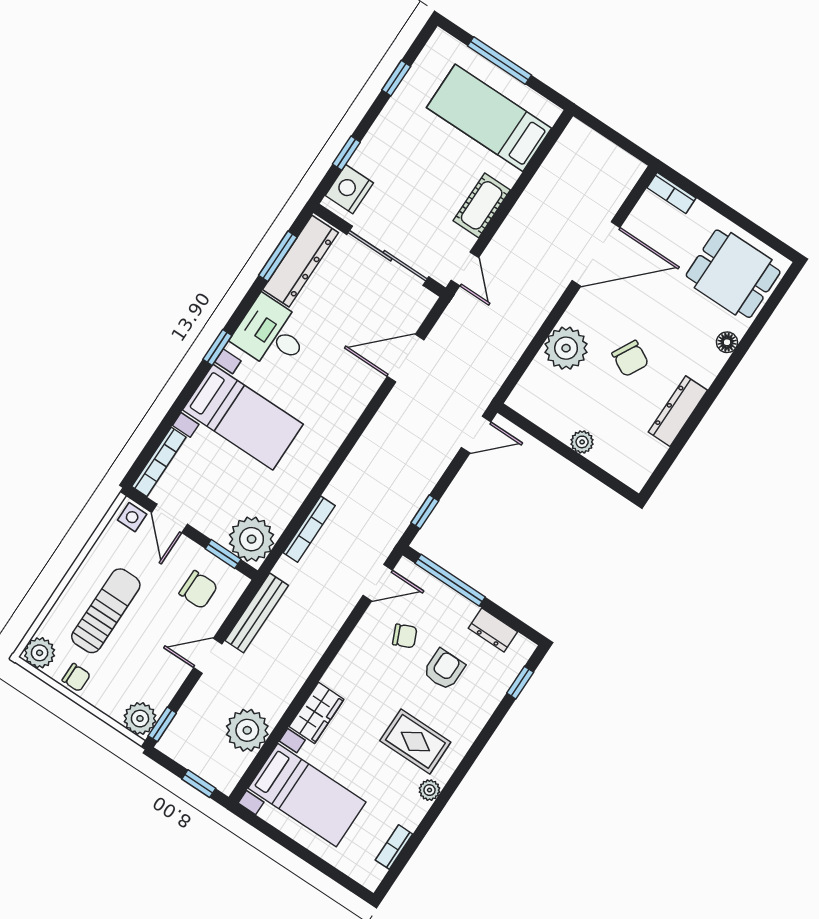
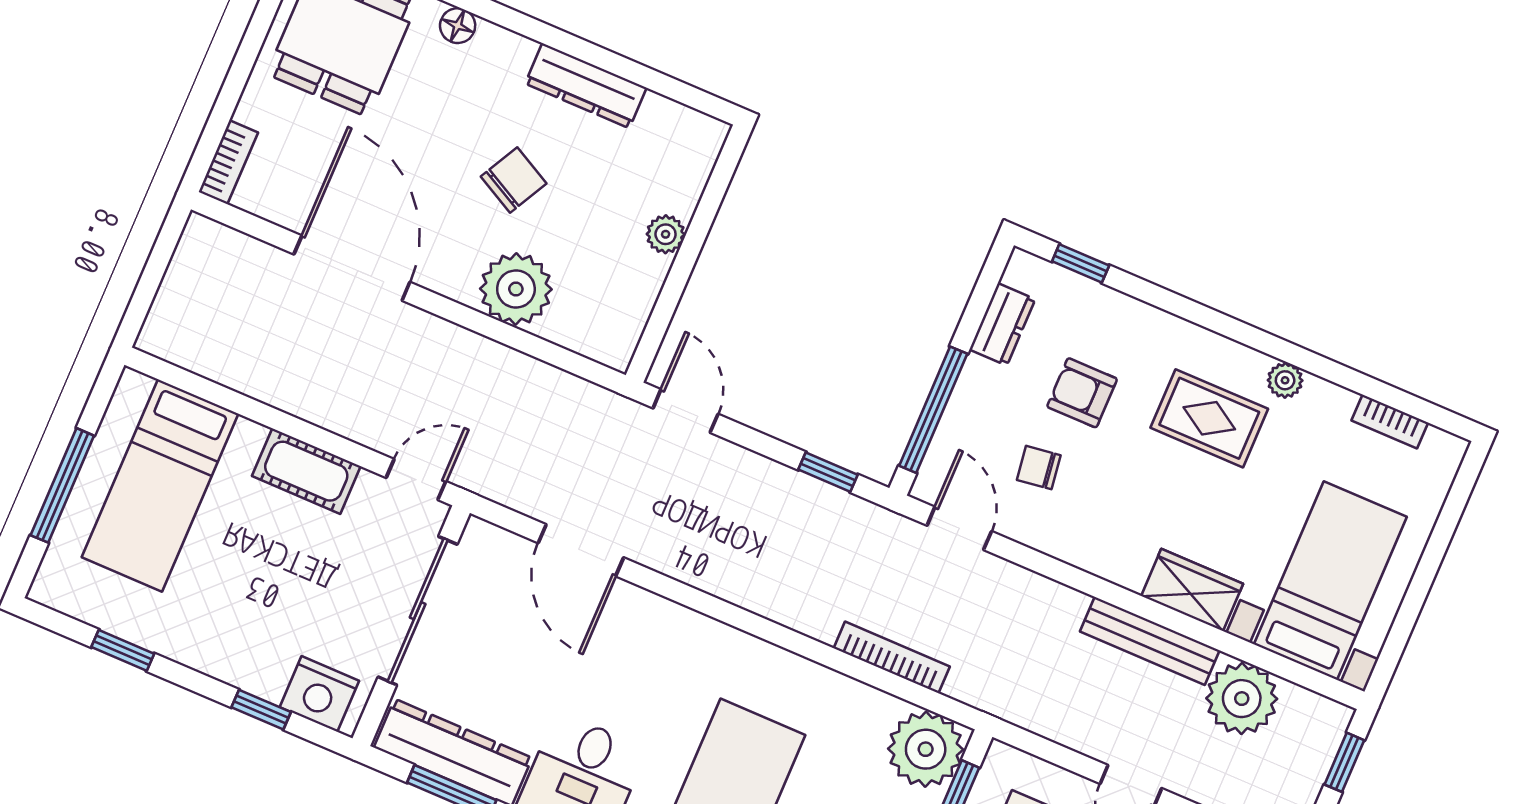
bench: (257, 613) -> (1150, 641), moved
chair: (405, 636) -> (1039, 468), turned -74
rug: (415, 741) -> (1209, 418), turned 90

